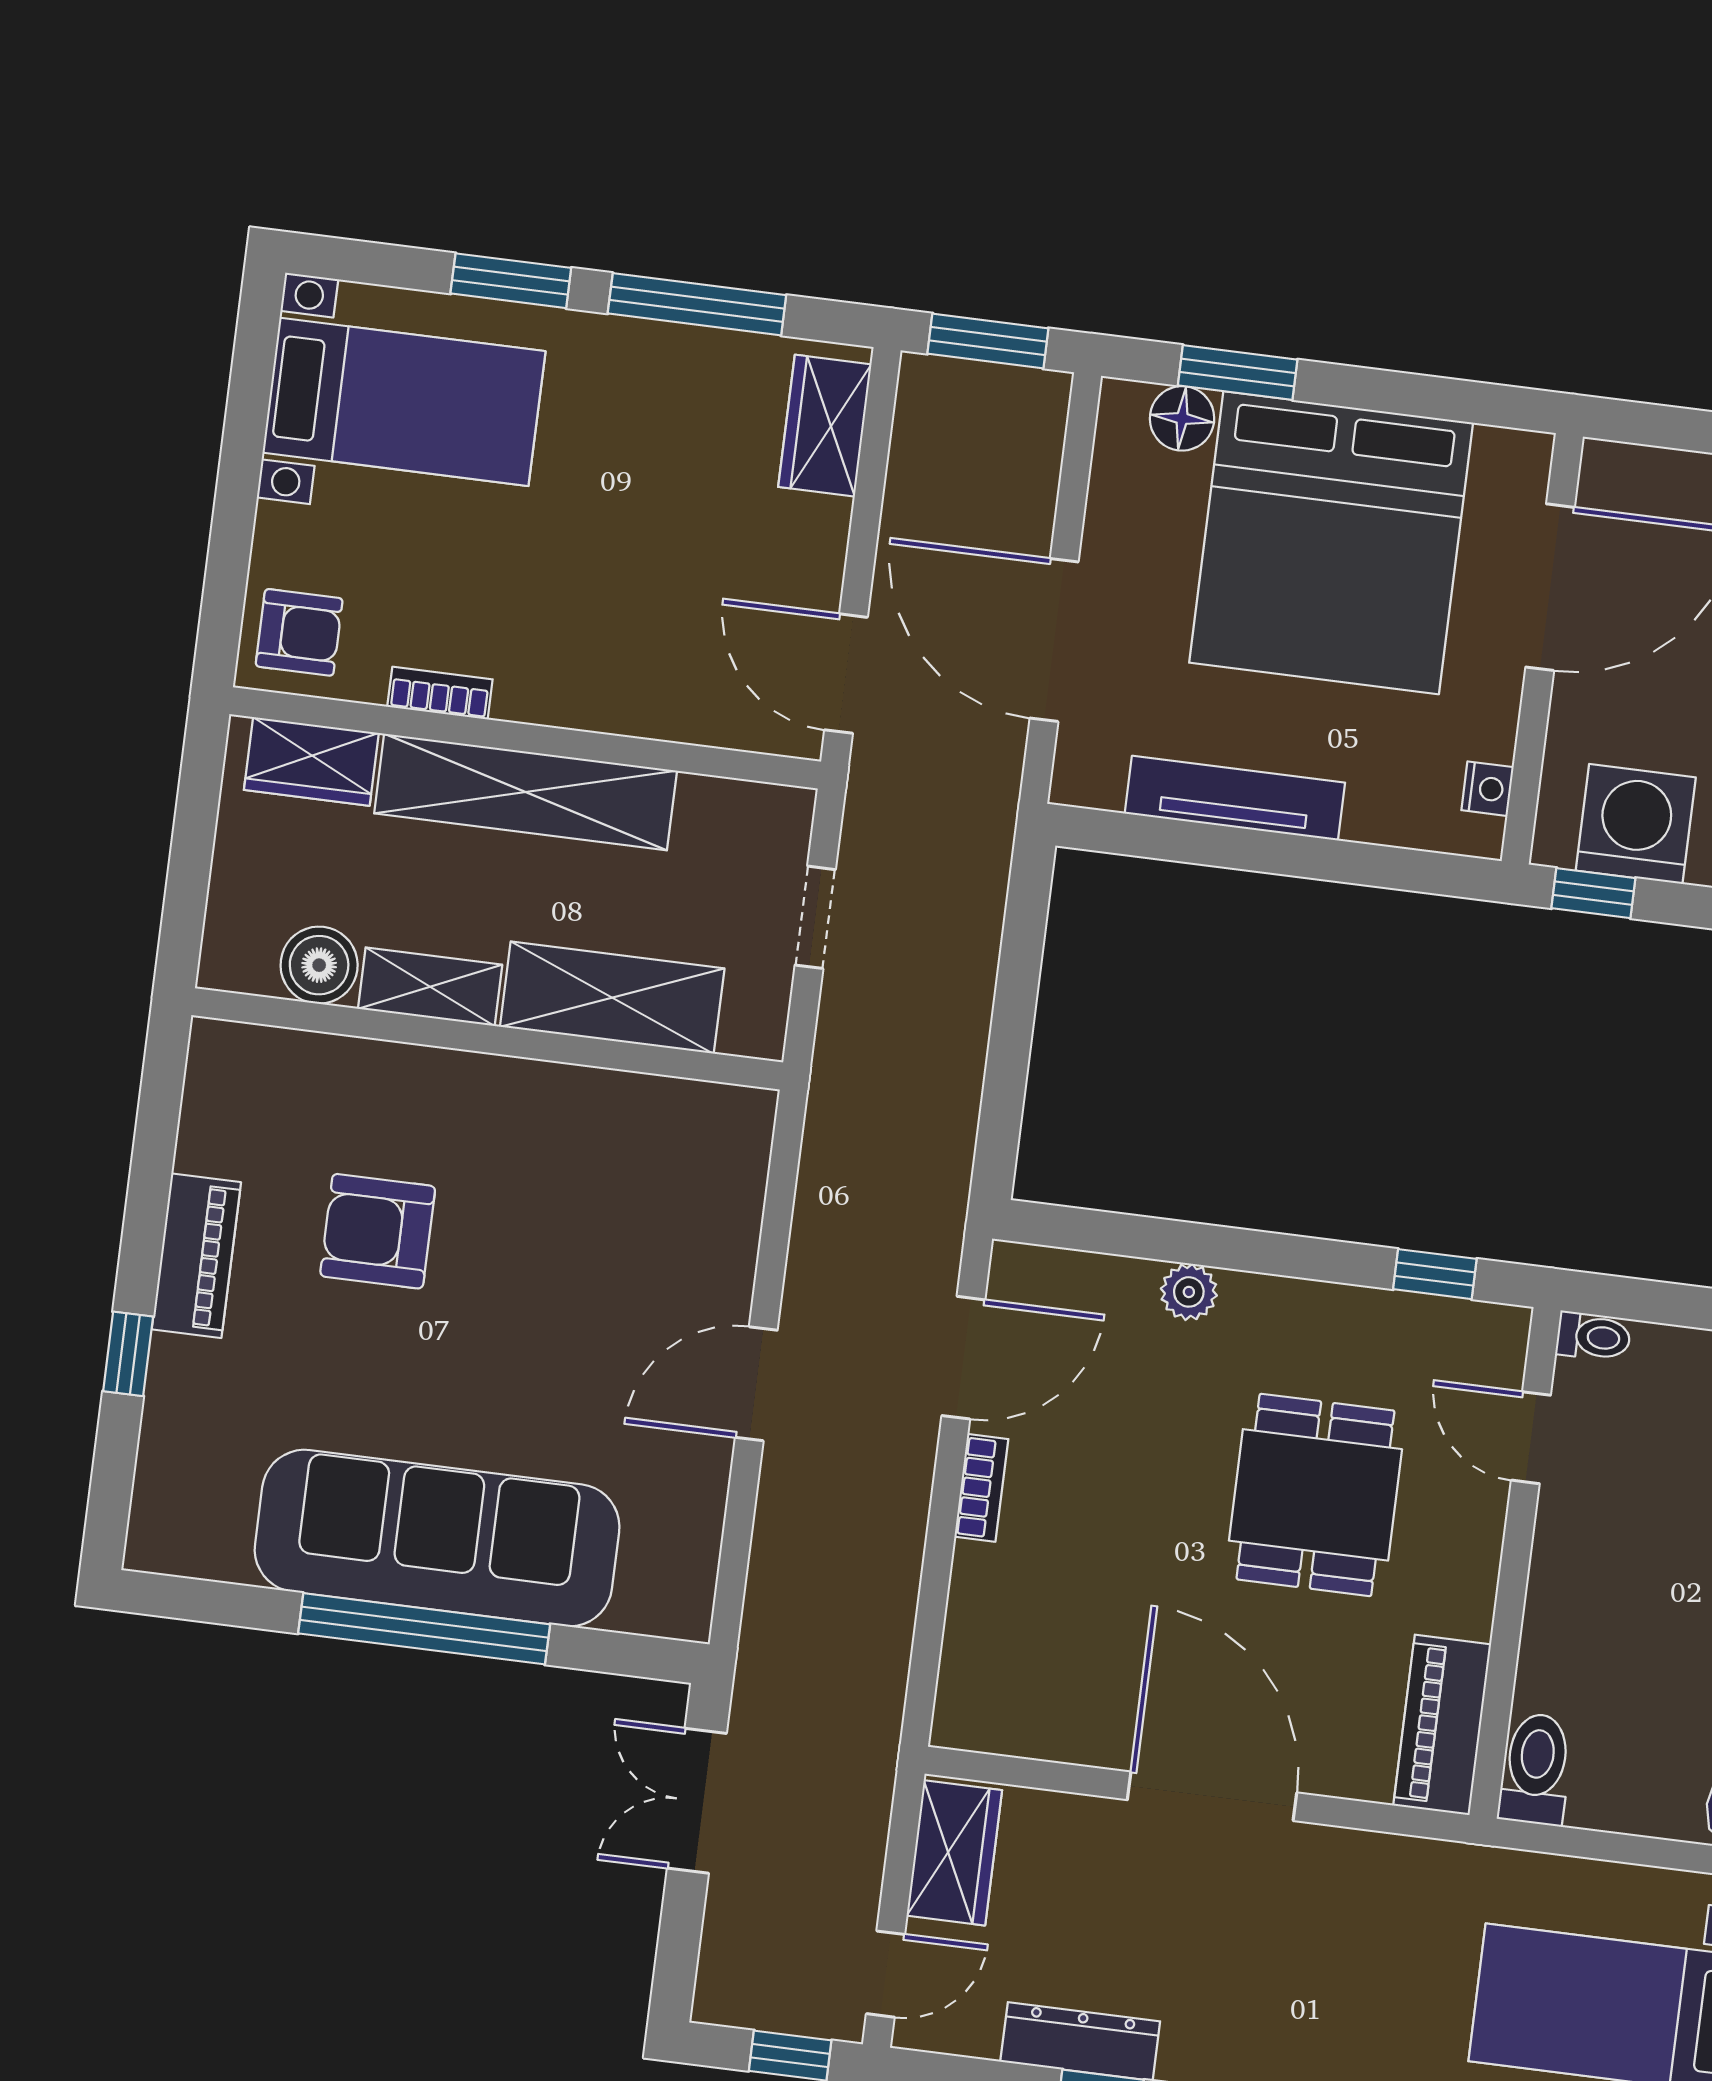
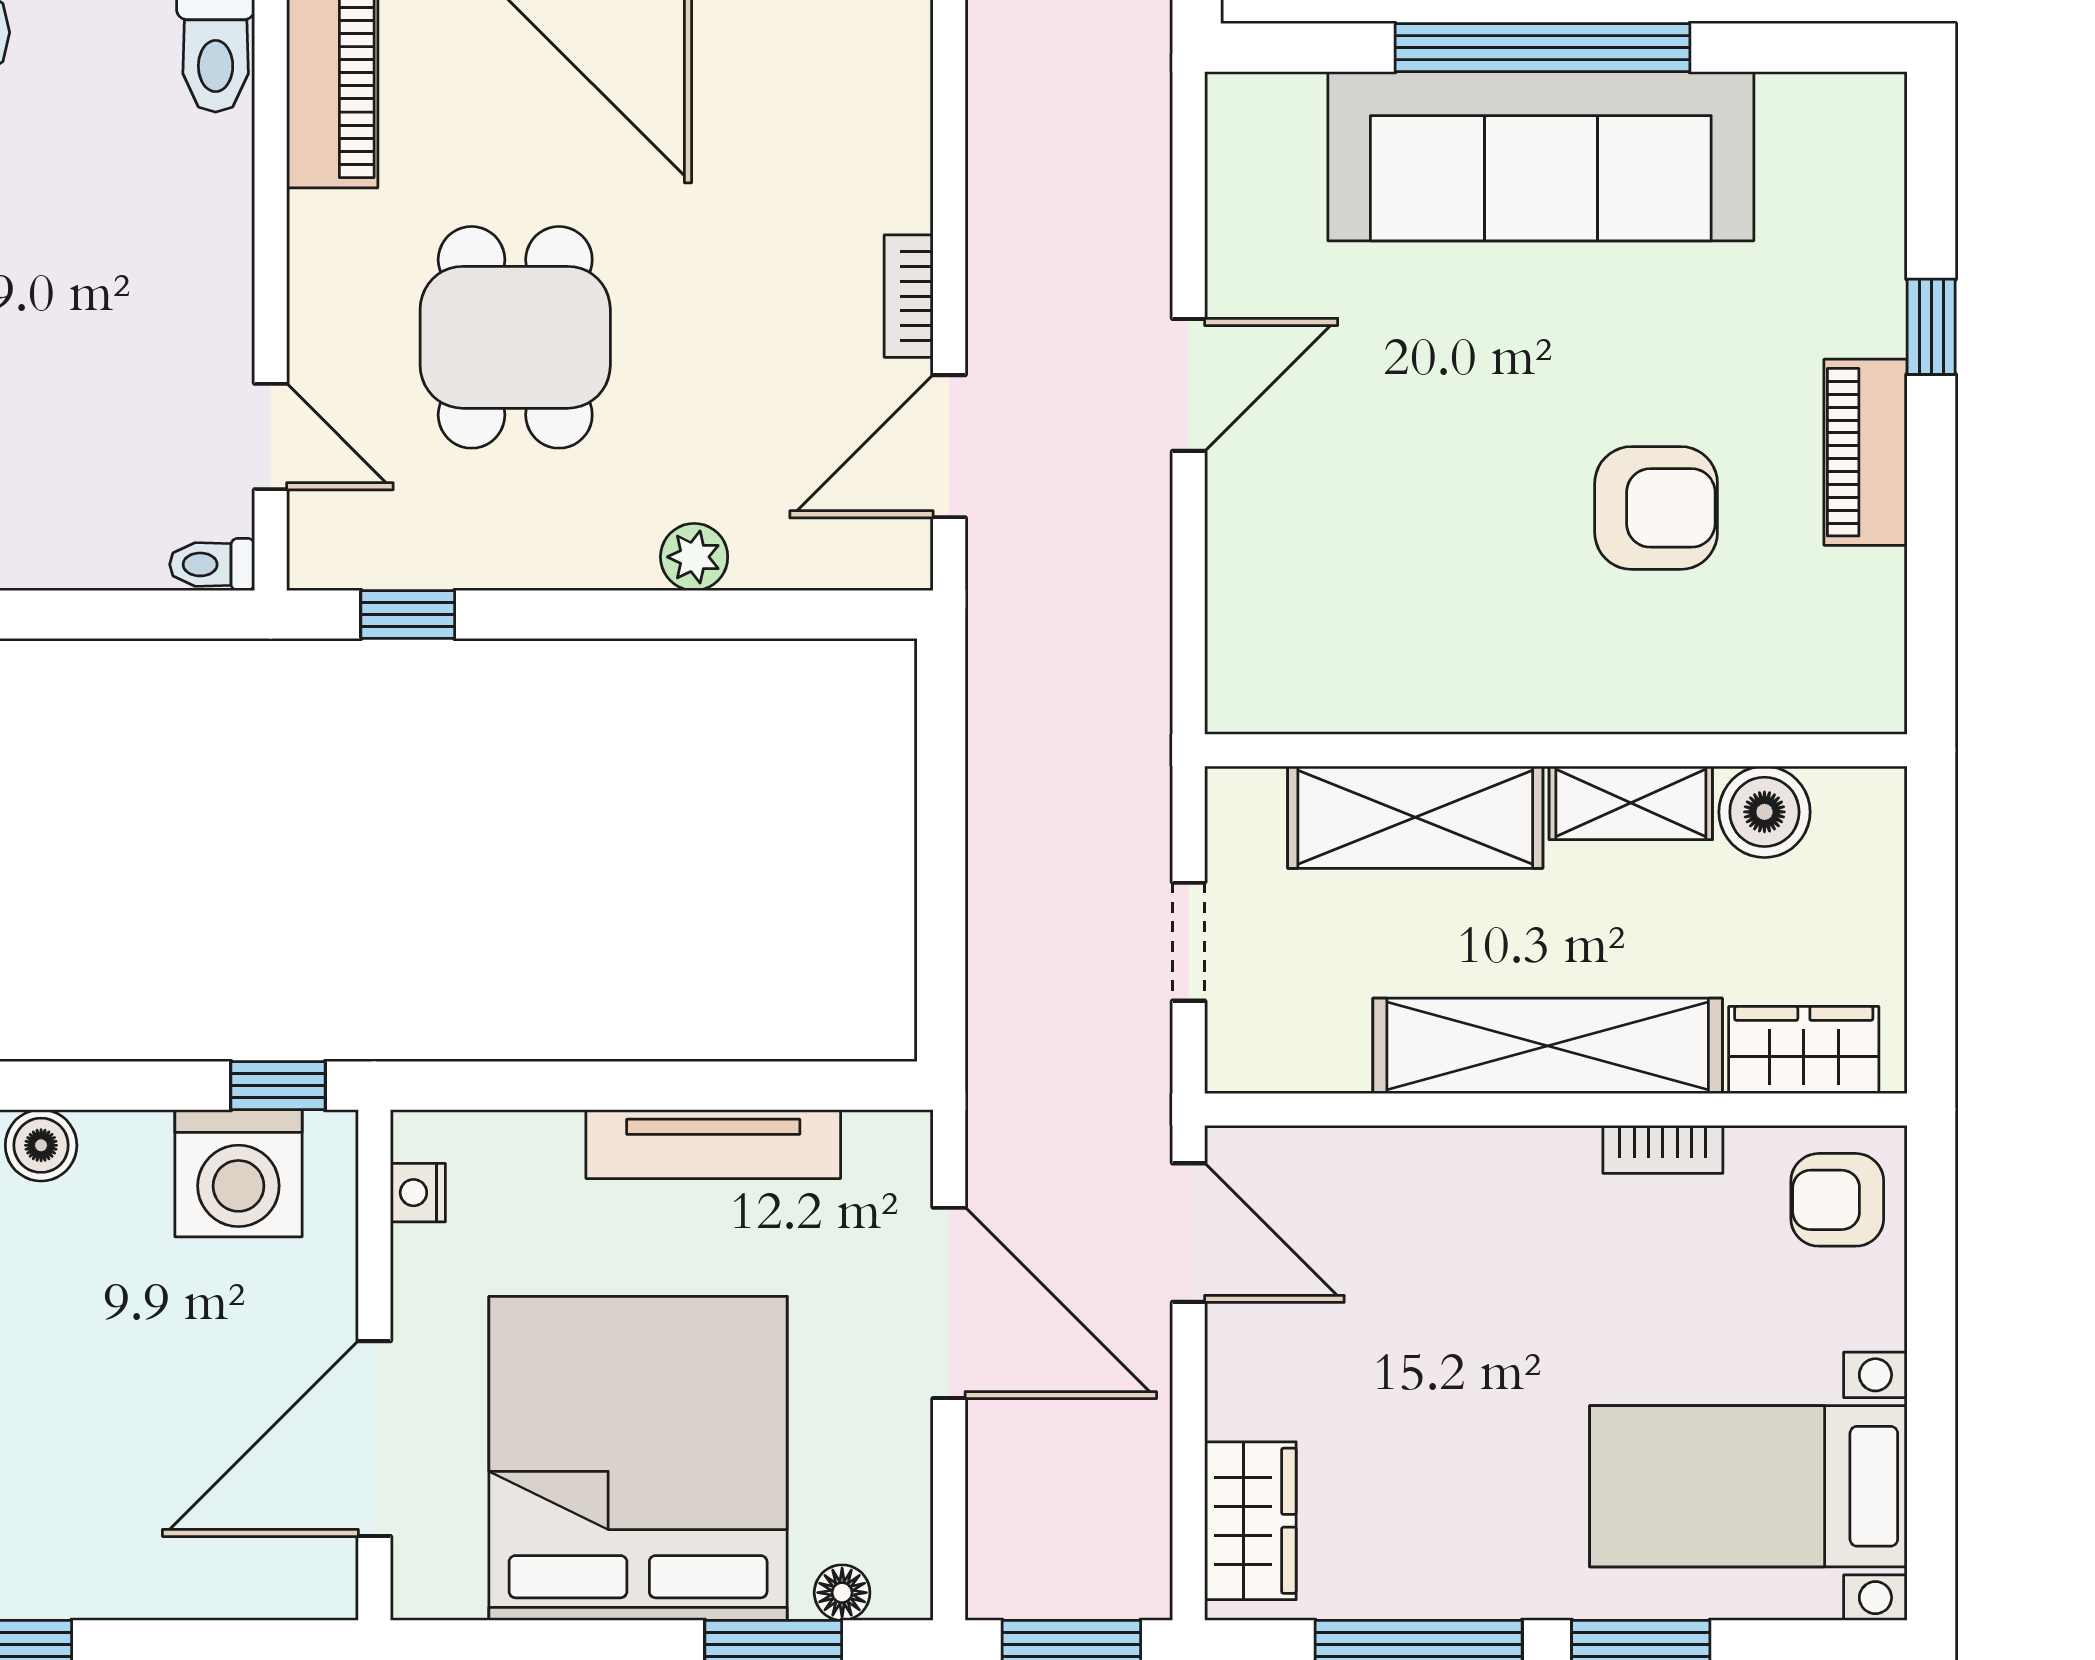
floor lamp: (1182, 418) -> (842, 1593), width x0.73, depth x0.73

